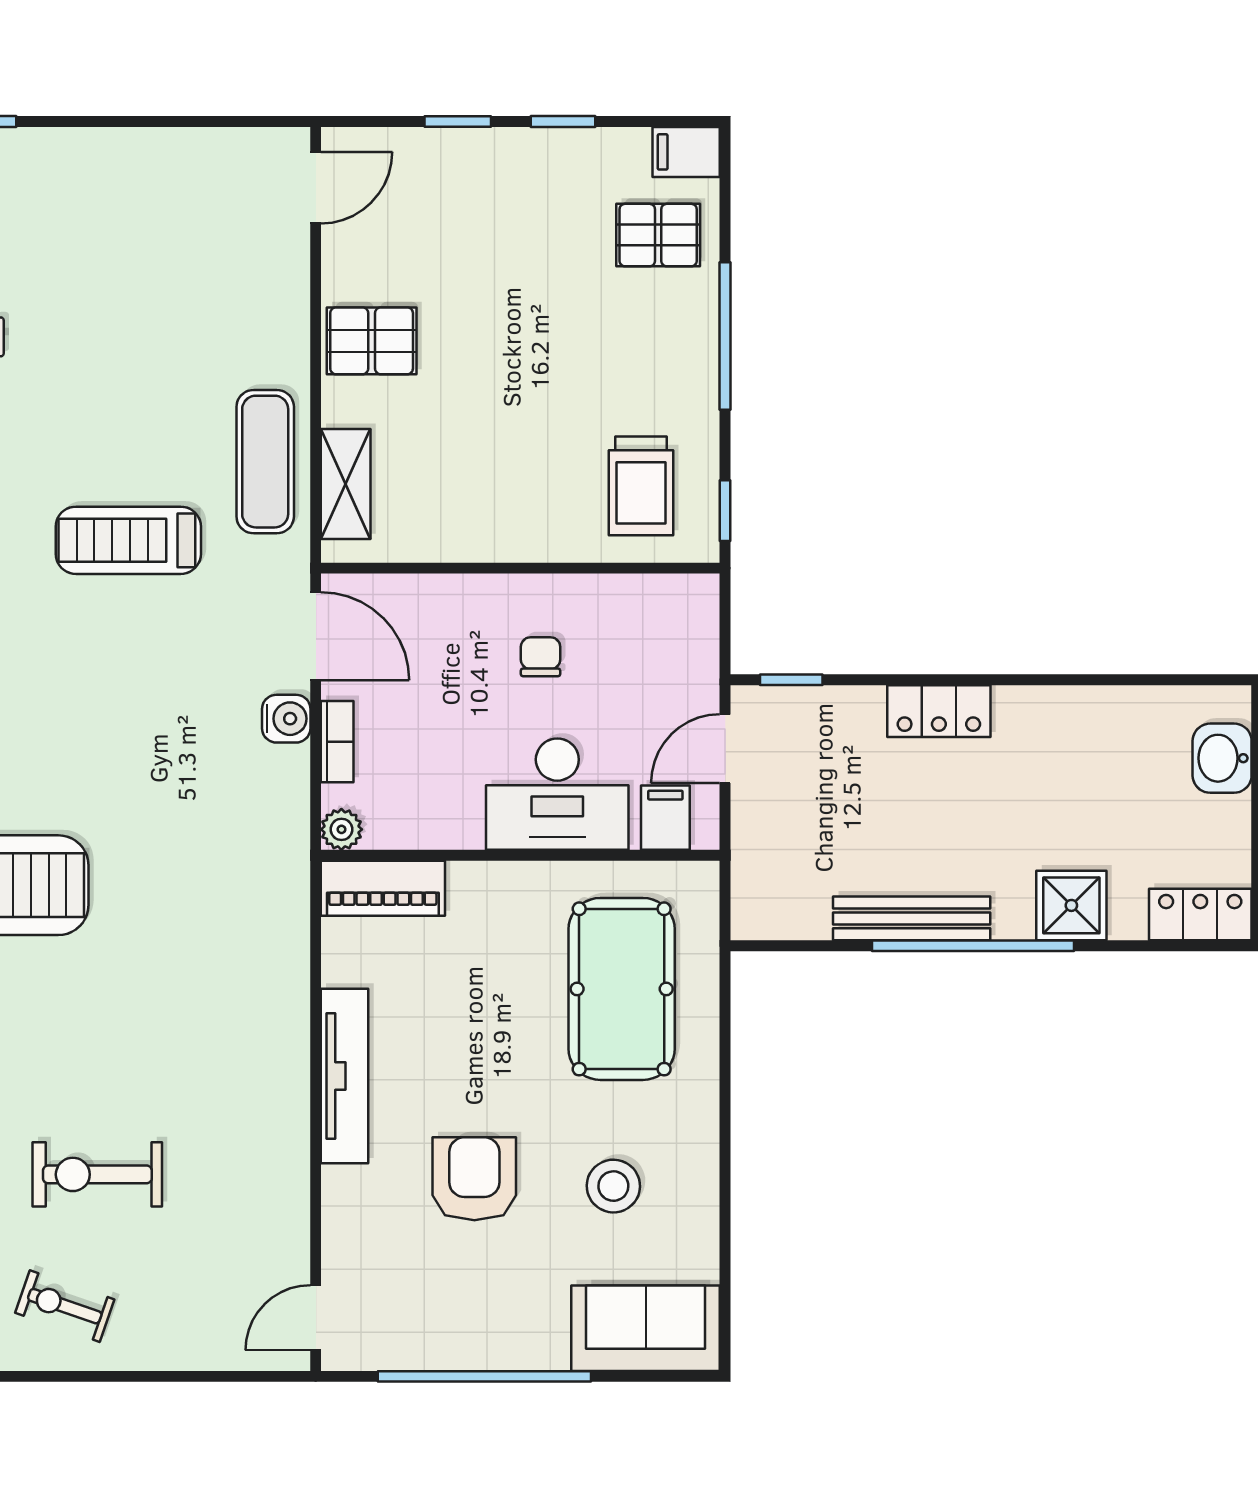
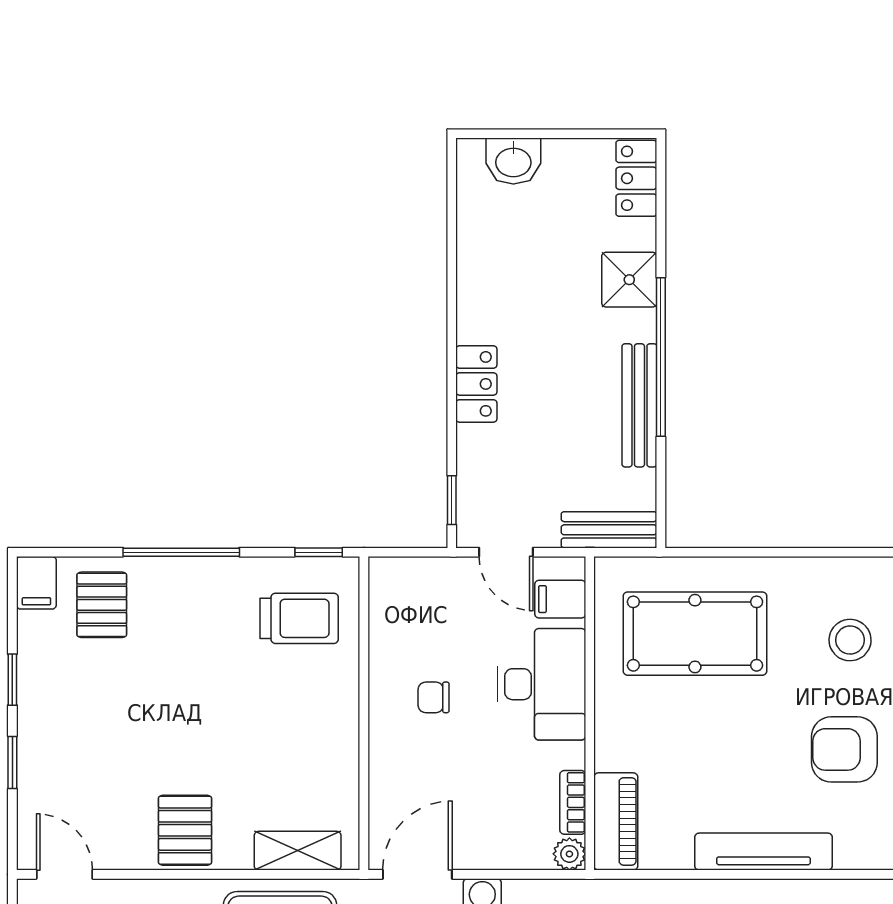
bookcase: (337, 742) -> (573, 802), moved, turned -90
bench: (754, 880) -> (609, 530), added

